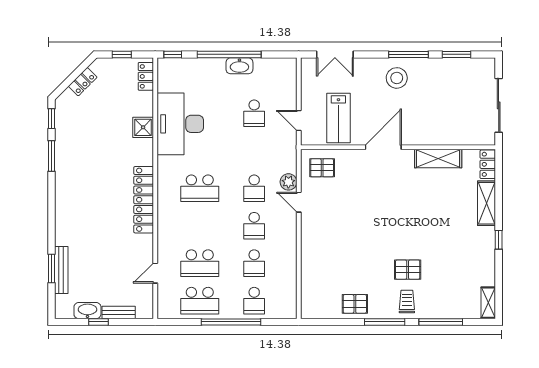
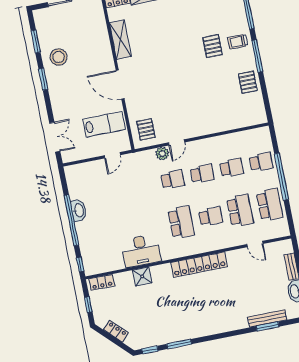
window: (408, 54) -> (43, 79), width x0.69
stool: (397, 78) -> (59, 57), moved
school desk: (254, 113) -> (211, 216), moved
desk: (180, 124) -> (141, 251), width x0.73, depth x0.77

